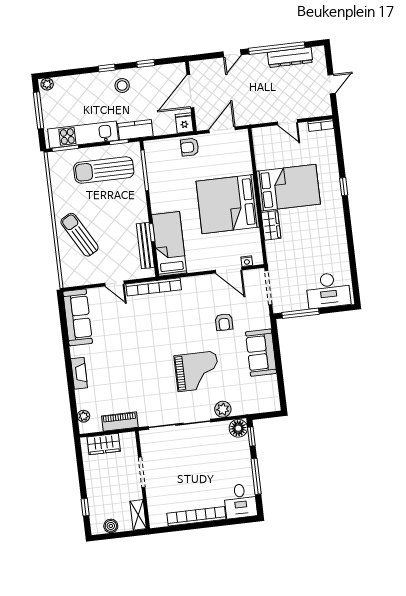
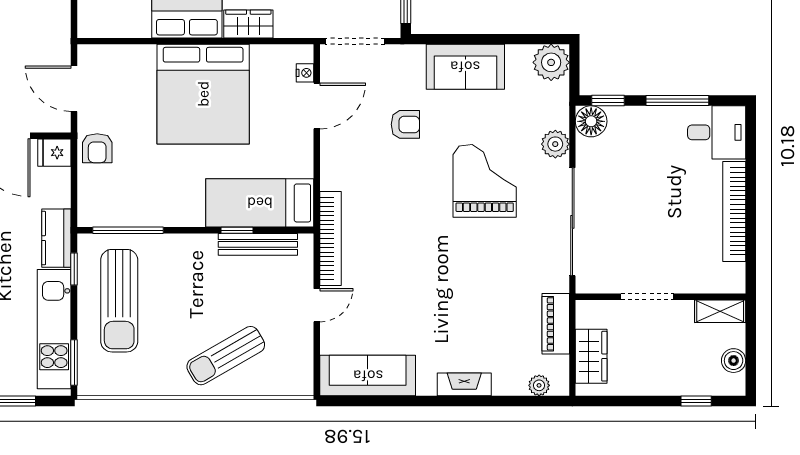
plant: (269, 401) -> (551, 62), added

